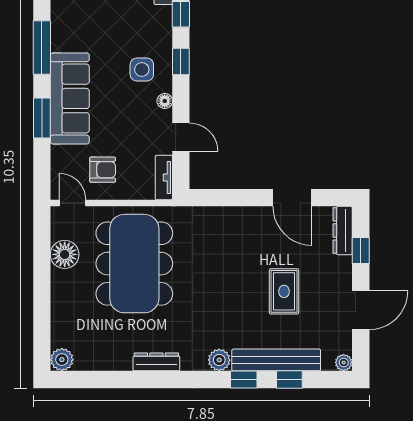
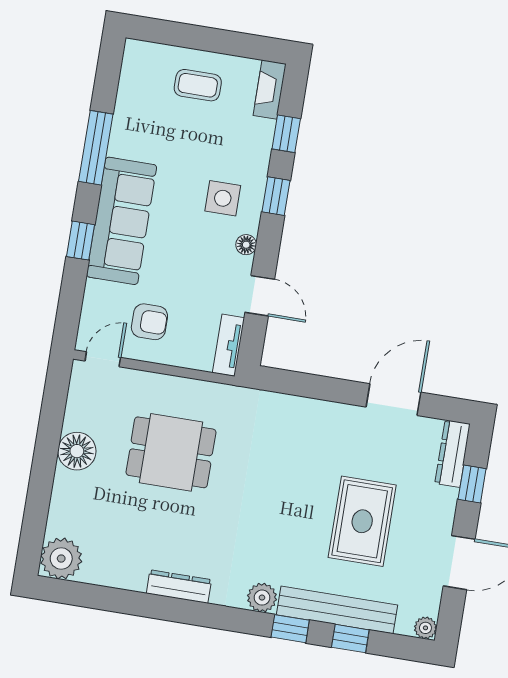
window: (42, 118) -> (81, 241), width x0.67
door: (292, 198) -> (393, 400), swing flipped
door: (73, 203) -> (103, 359), hinge flipped
floor lamp: (65, 254) -> (77, 451), moved
dining table: (134, 264) -> (171, 452), width x0.53, depth x0.80
rug: (284, 291) -> (362, 521), width x1.36, depth x1.43
plant: (62, 360) -> (61, 559), width x1.36, depth x1.36

